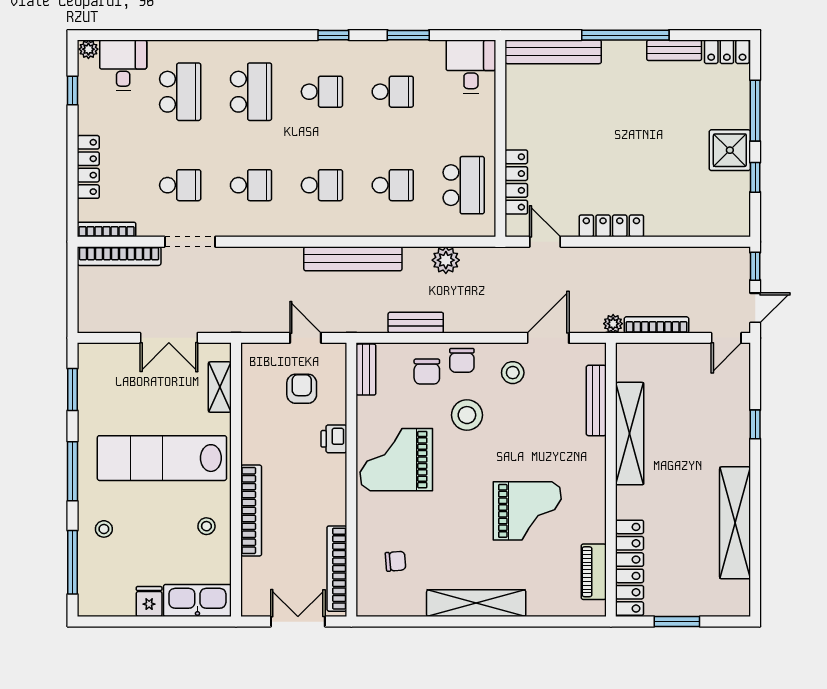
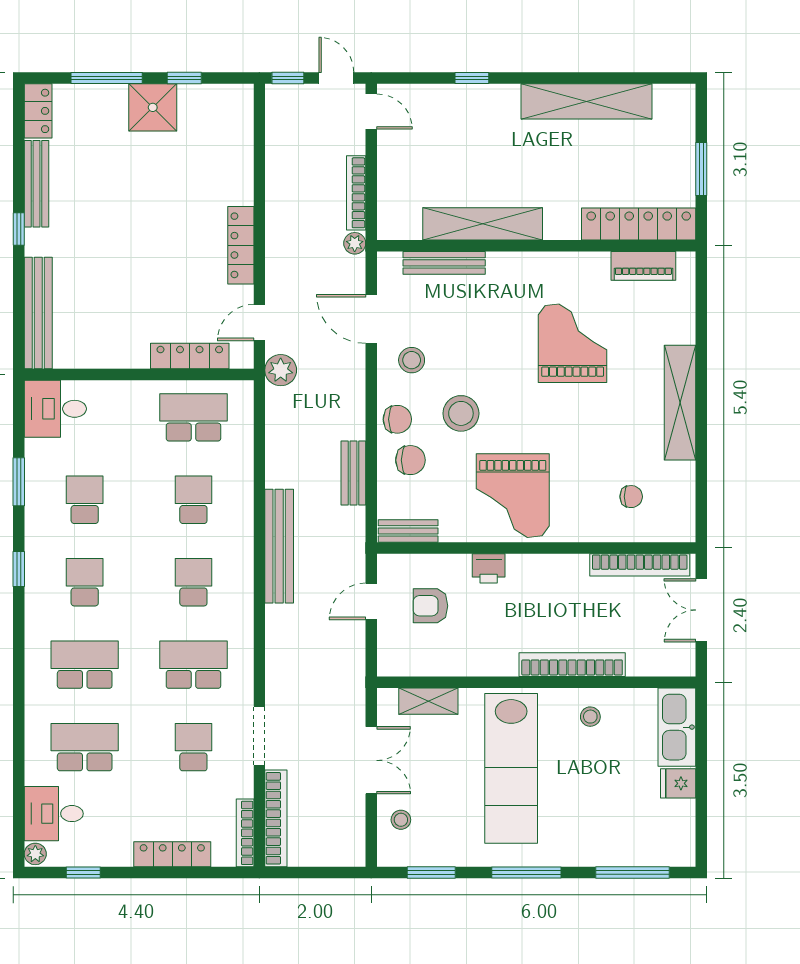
window: (625, 35) -> (19, 229), width x0.32
bench: (674, 50) -> (36, 184), width x1.36
school desk: (251, 185) -> (193, 665), width x1.85
plant: (446, 260) -> (281, 370), moved
stool: (104, 529) -> (401, 820), moved
chair: (396, 561) -> (631, 497), turned 95

